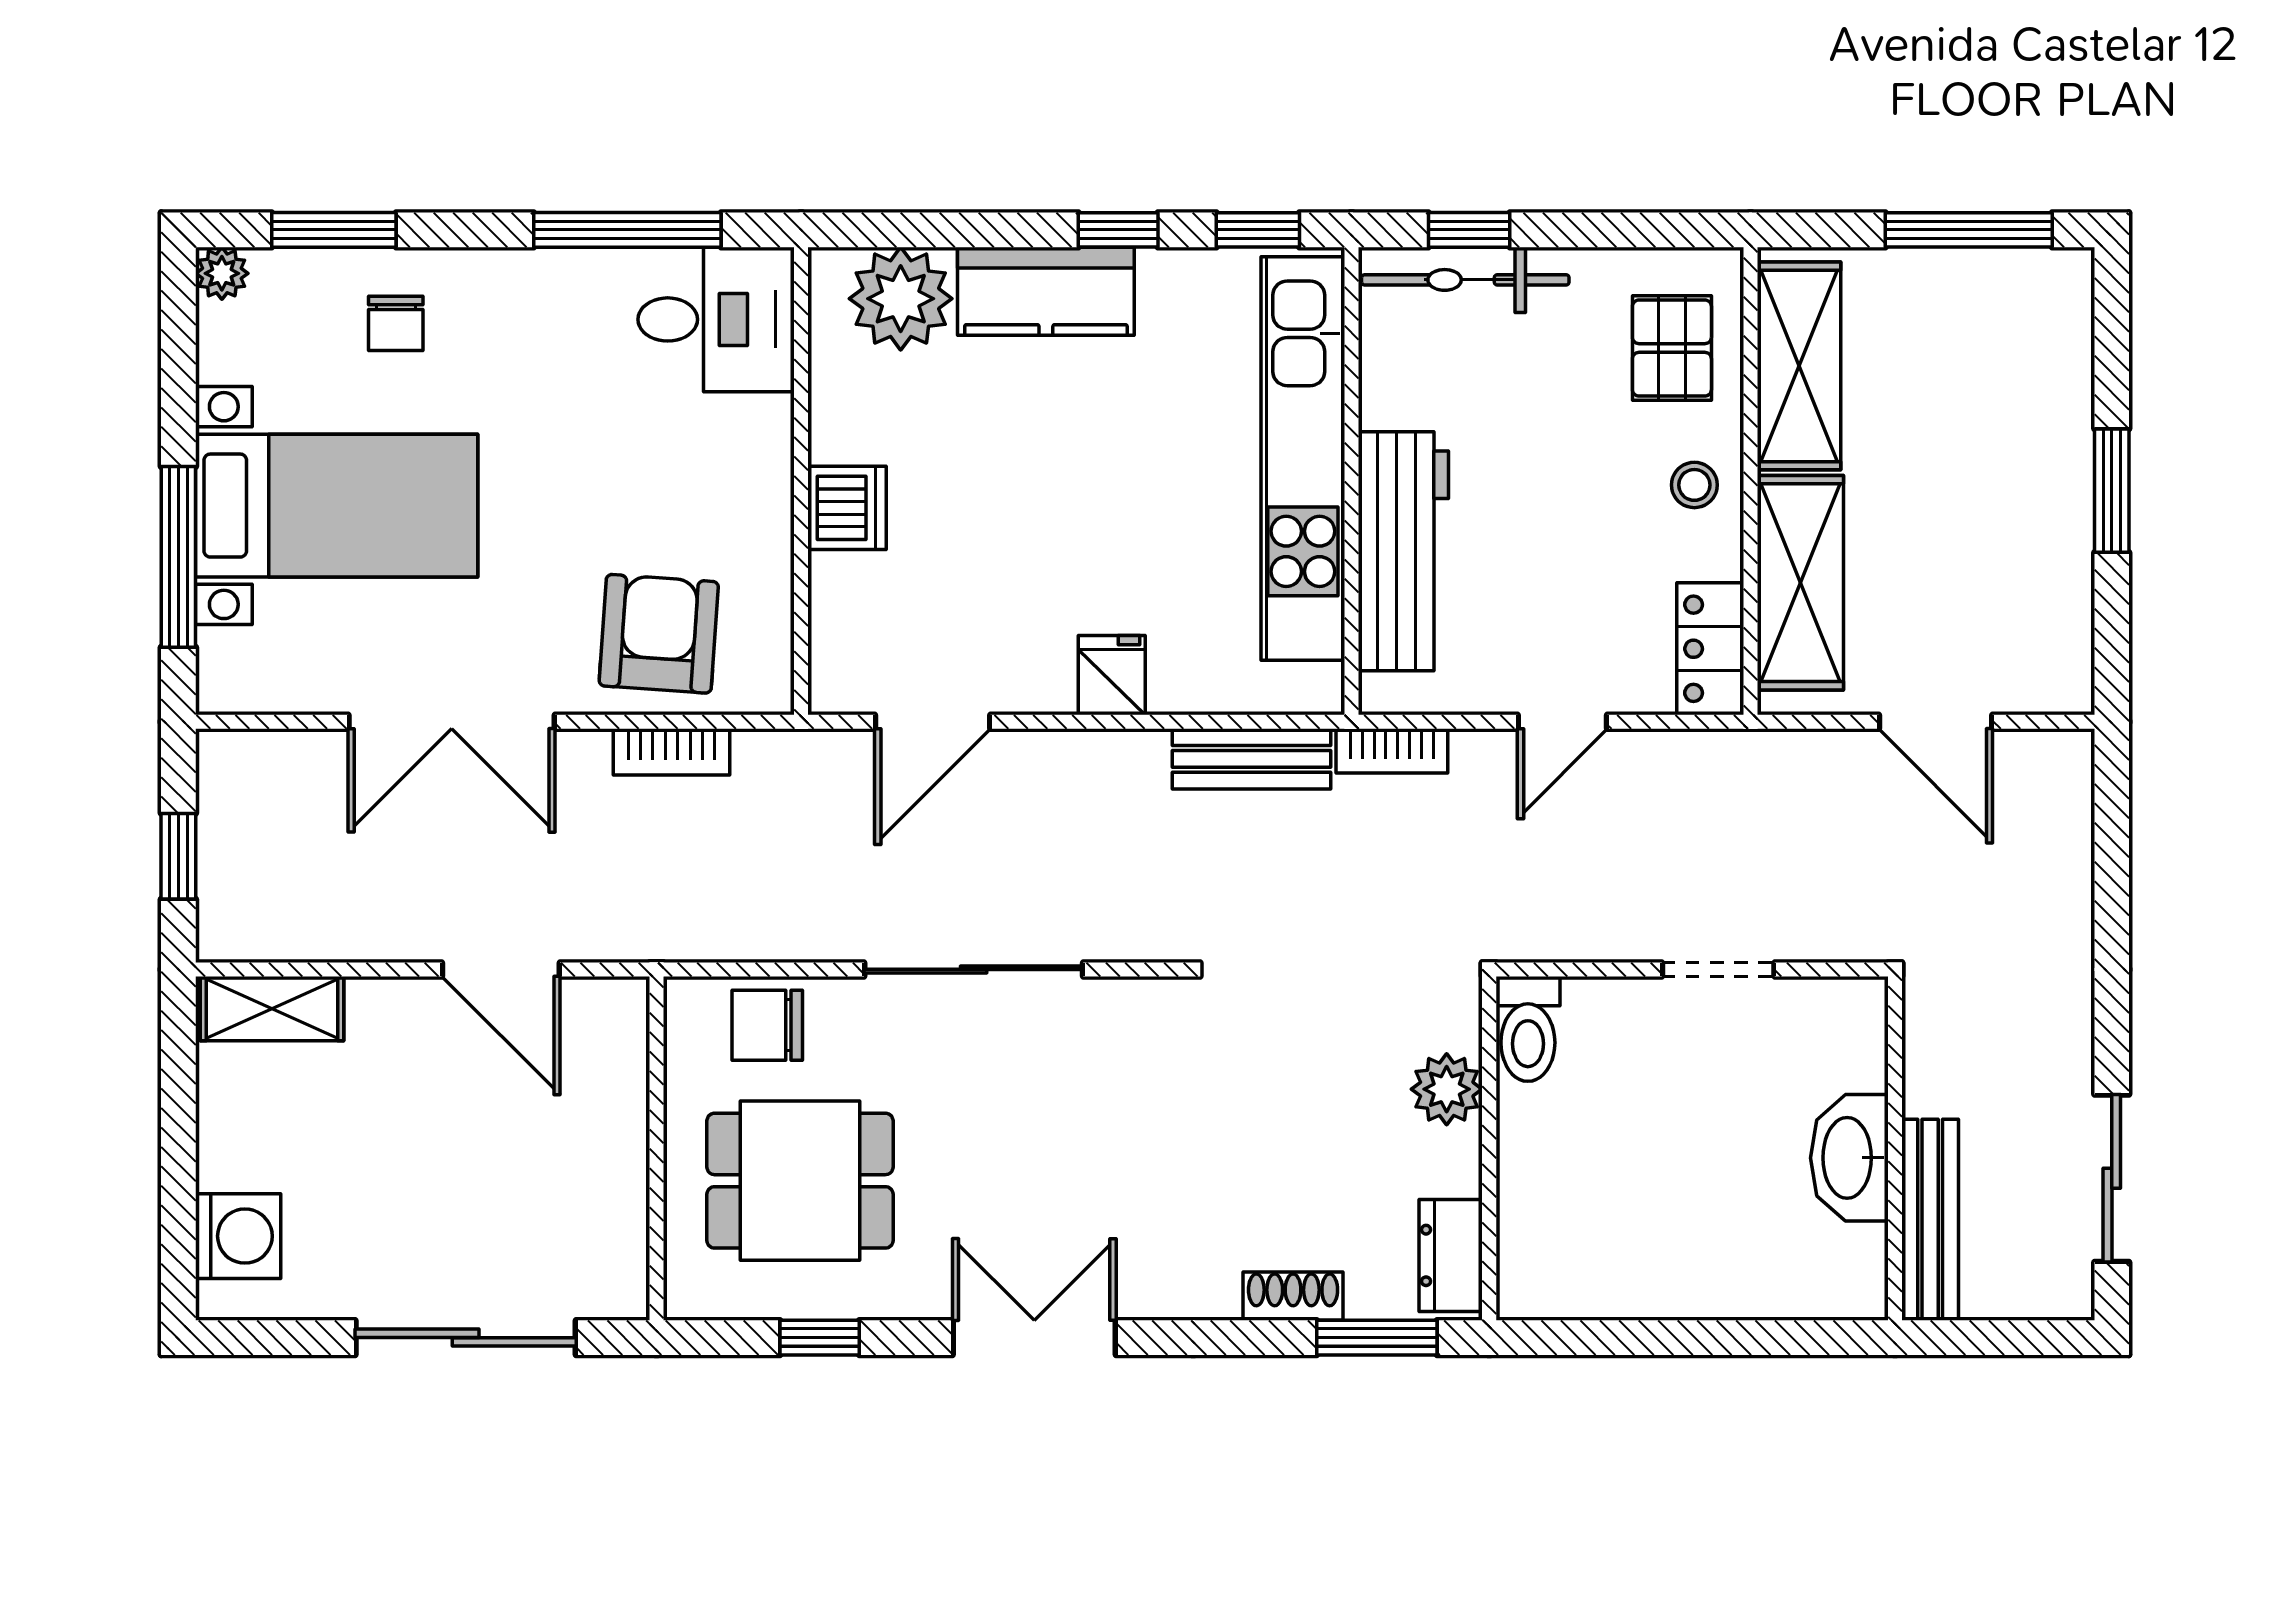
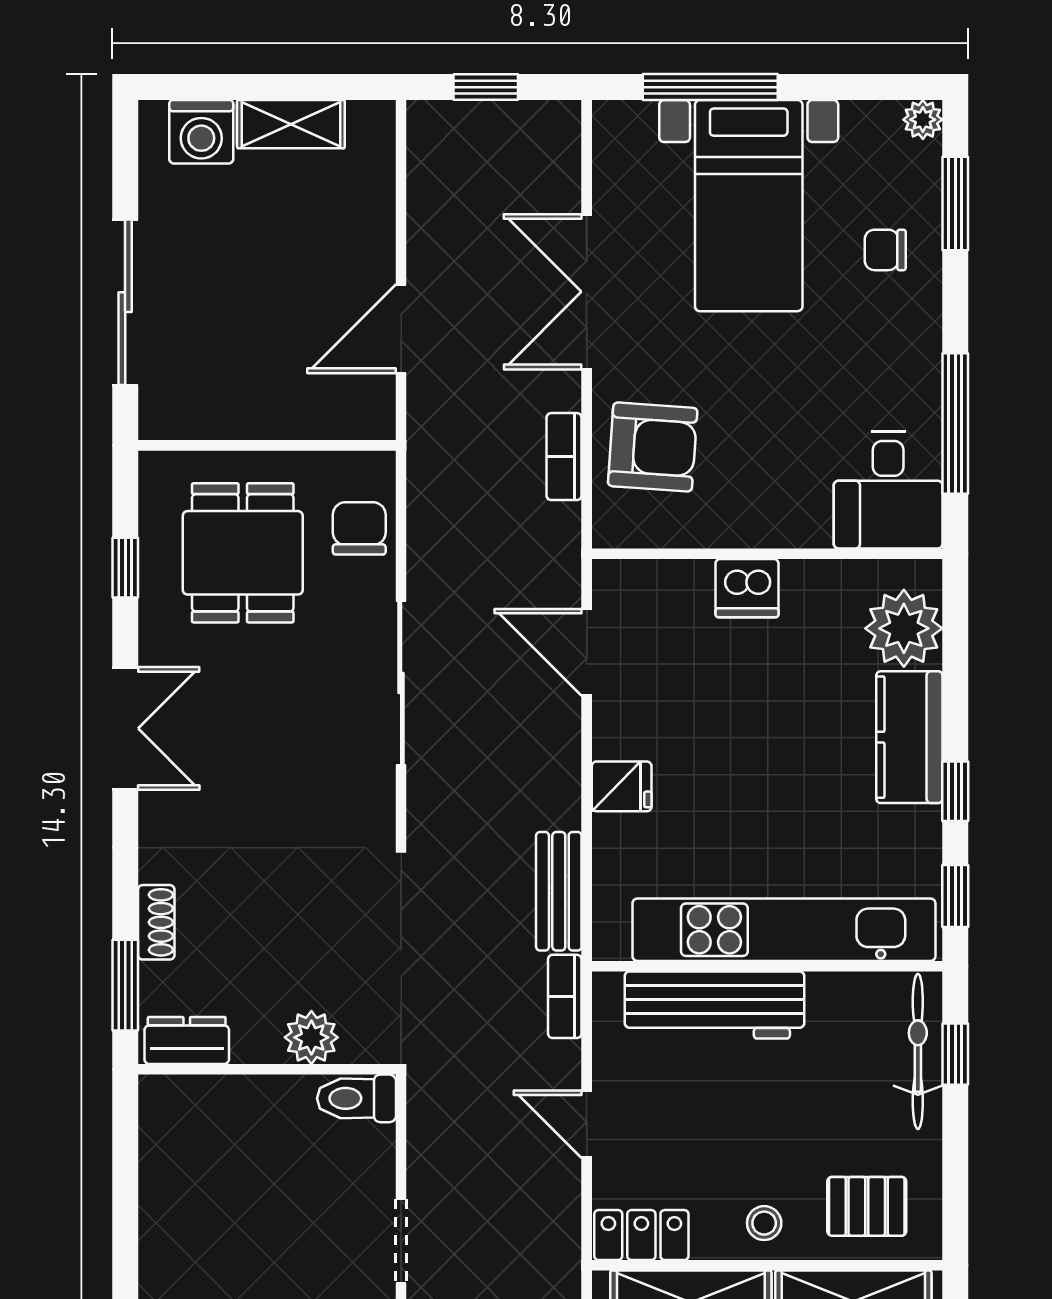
shelving: (272, 1009) -> (291, 124), moved, turned 90

